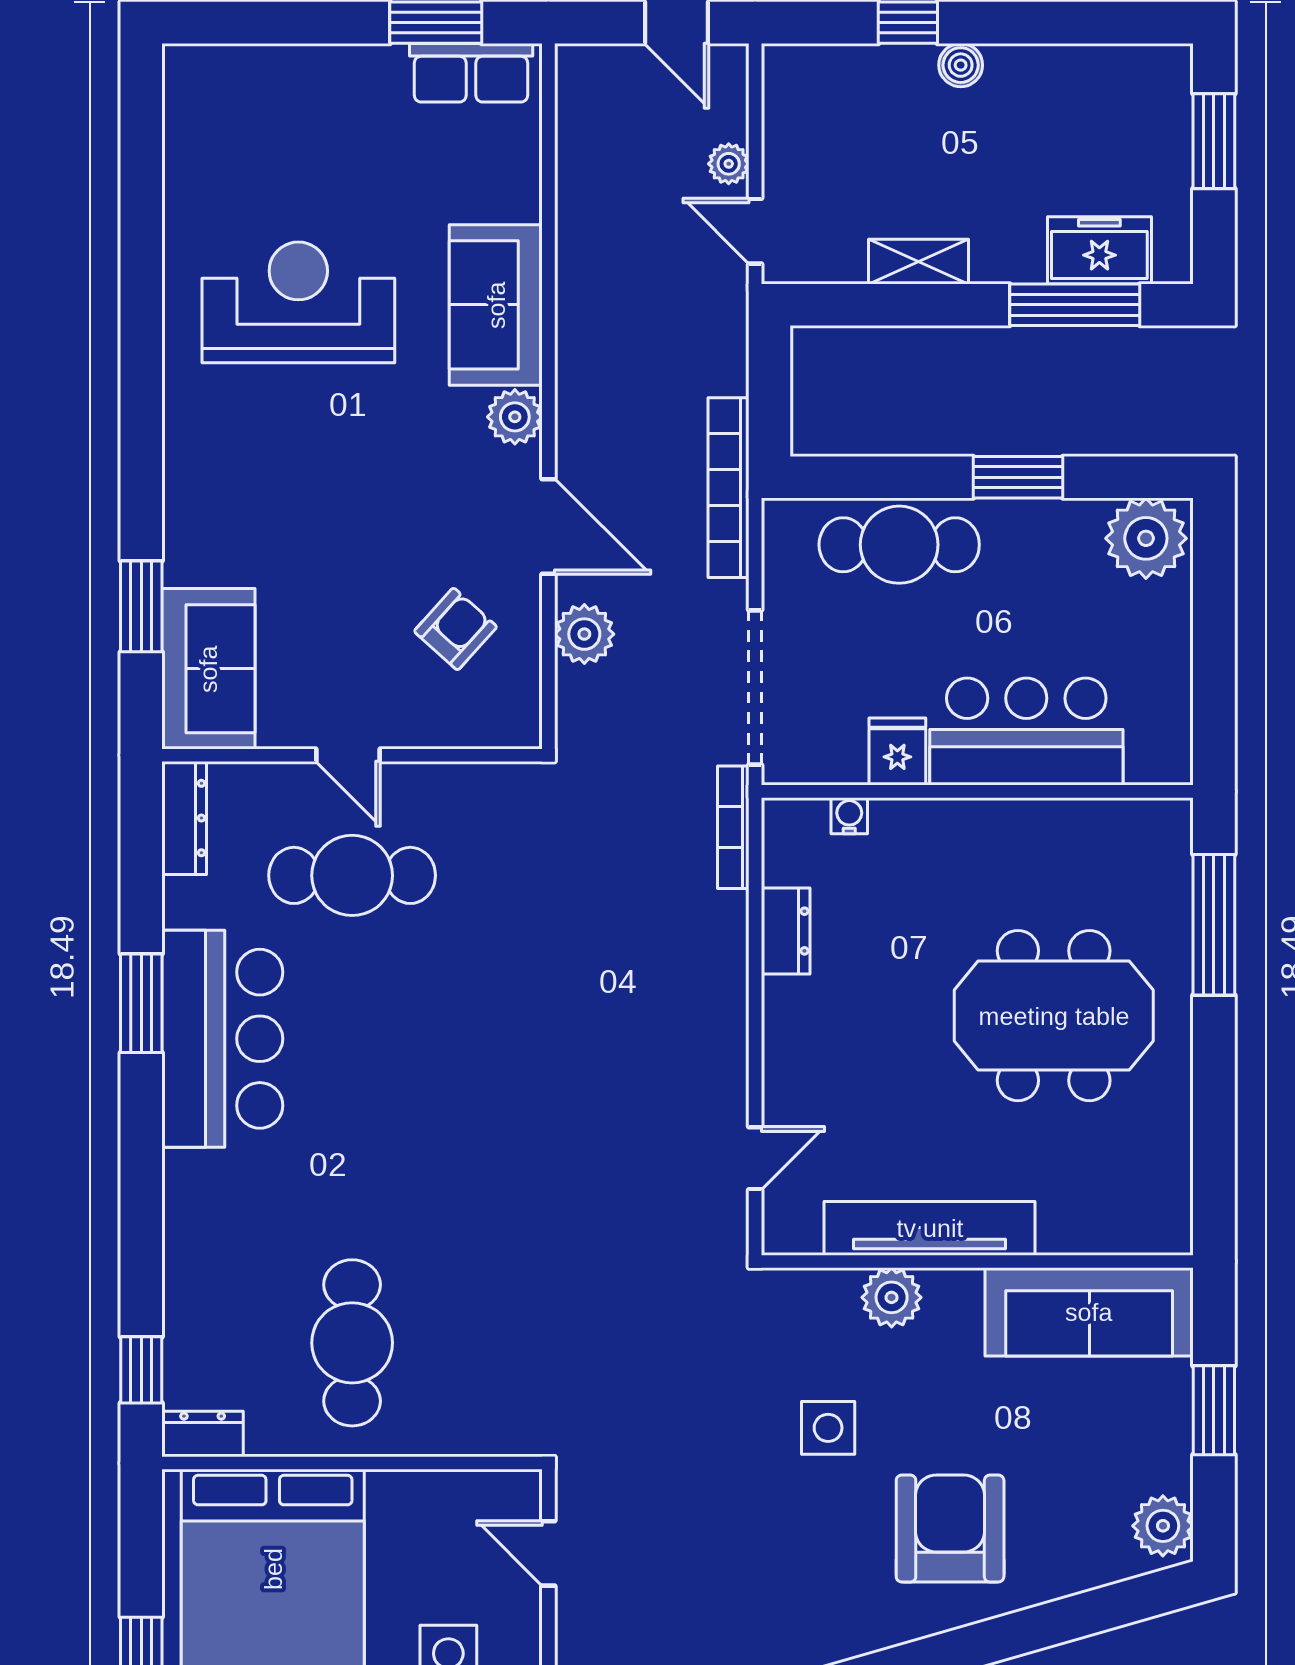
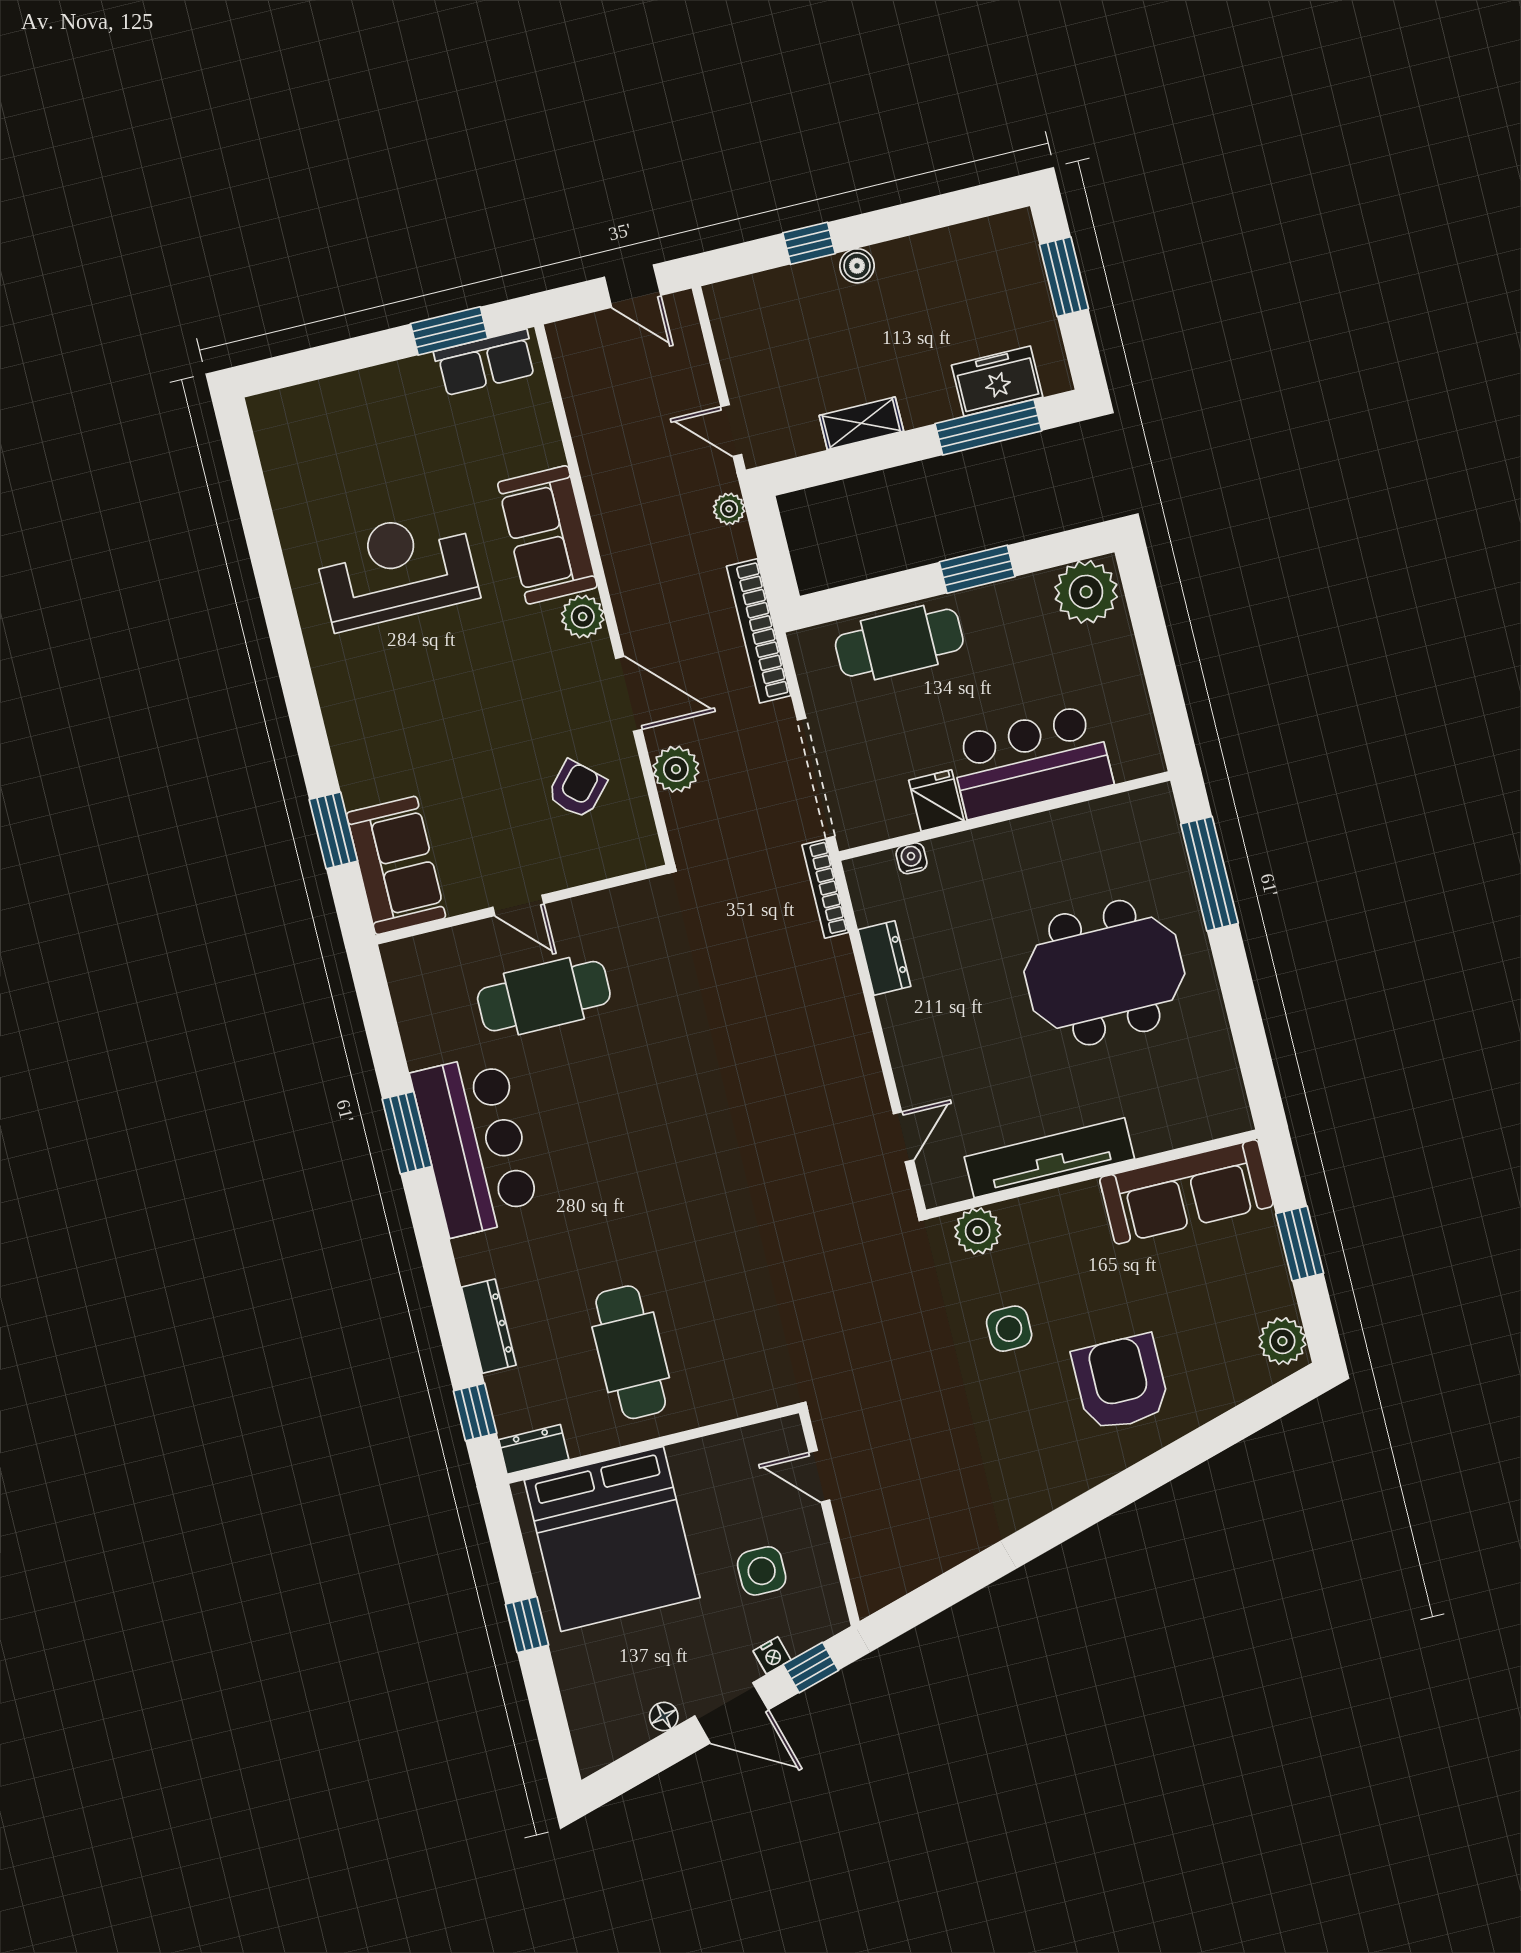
plant: (729, 164) -> (729, 509), moved
dresser: (184, 818) -> (489, 1326), moved
plant: (892, 1297) -> (978, 1231), moved

